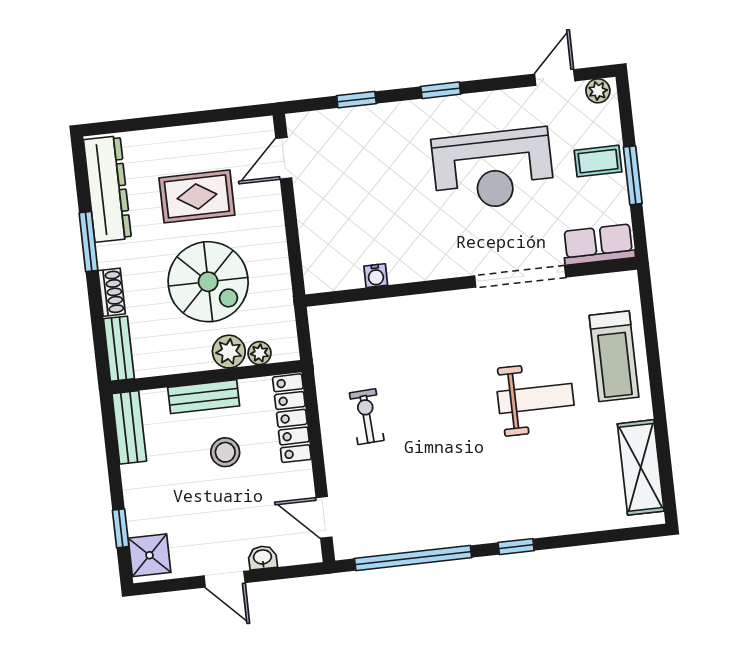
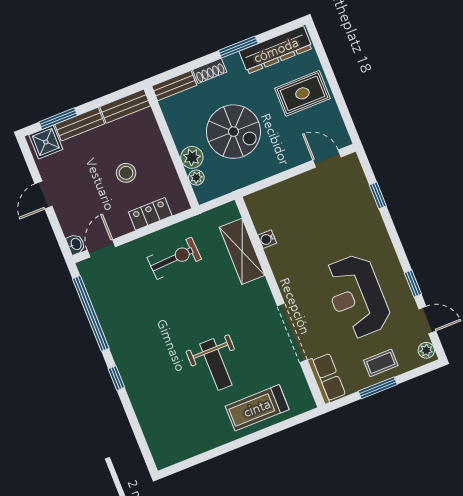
window: (441, 90) -> (413, 284), moved
coffee table: (598, 161) -> (381, 363), turned 90
rug: (197, 196) -> (302, 93), moved, turned 90
spiral stairs: (208, 282) -> (233, 132), turned -90
bench: (204, 397) -> (80, 124), moved, turned 90
exercise bike: (367, 417) -> (174, 258), width x1.38, depth x1.39
locker: (292, 418) -> (150, 214), width x0.66
shelving: (641, 467) -> (242, 251), moved, turned 90
window: (121, 528) -> (58, 119), width x1.50
washbasin: (263, 558) -> (76, 244), moved

